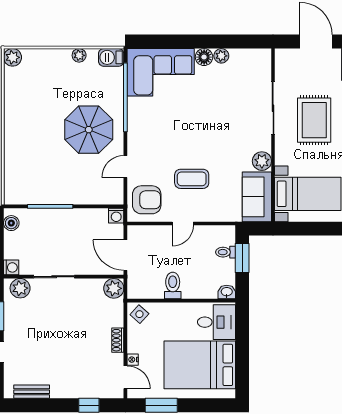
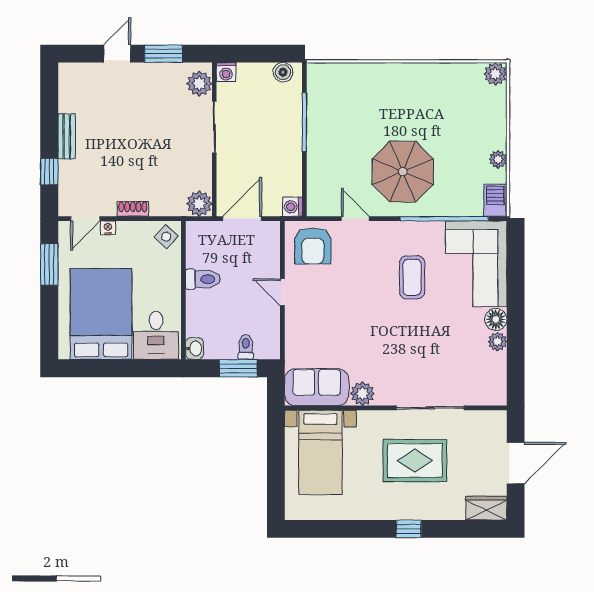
coffee table: (192, 179) -> (412, 277), moved
bench: (32, 392) -> (67, 136), moved

